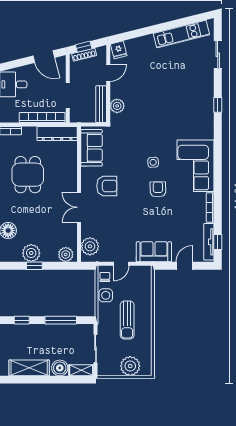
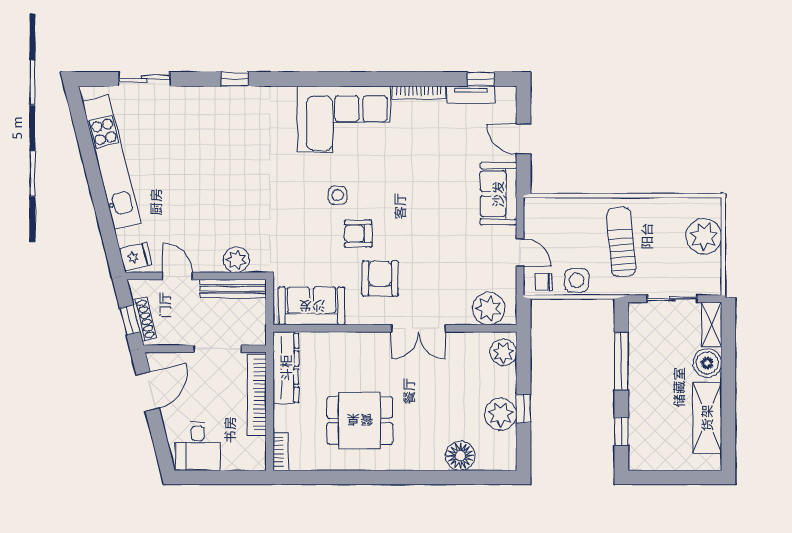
kitchen unit: (181, 34) -> (111, 162), width x1.36
armchair: (158, 189) -> (358, 234), moved
tv unit: (209, 242) -> (471, 95), width x0.71
sun lounger: (127, 320) -> (621, 242), turned -95

